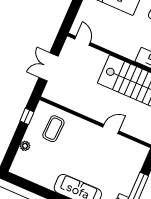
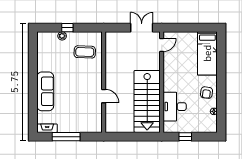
double door: (49, 67) -> (142, 28), moved
window: (27, 116) -> (67, 28), moved

